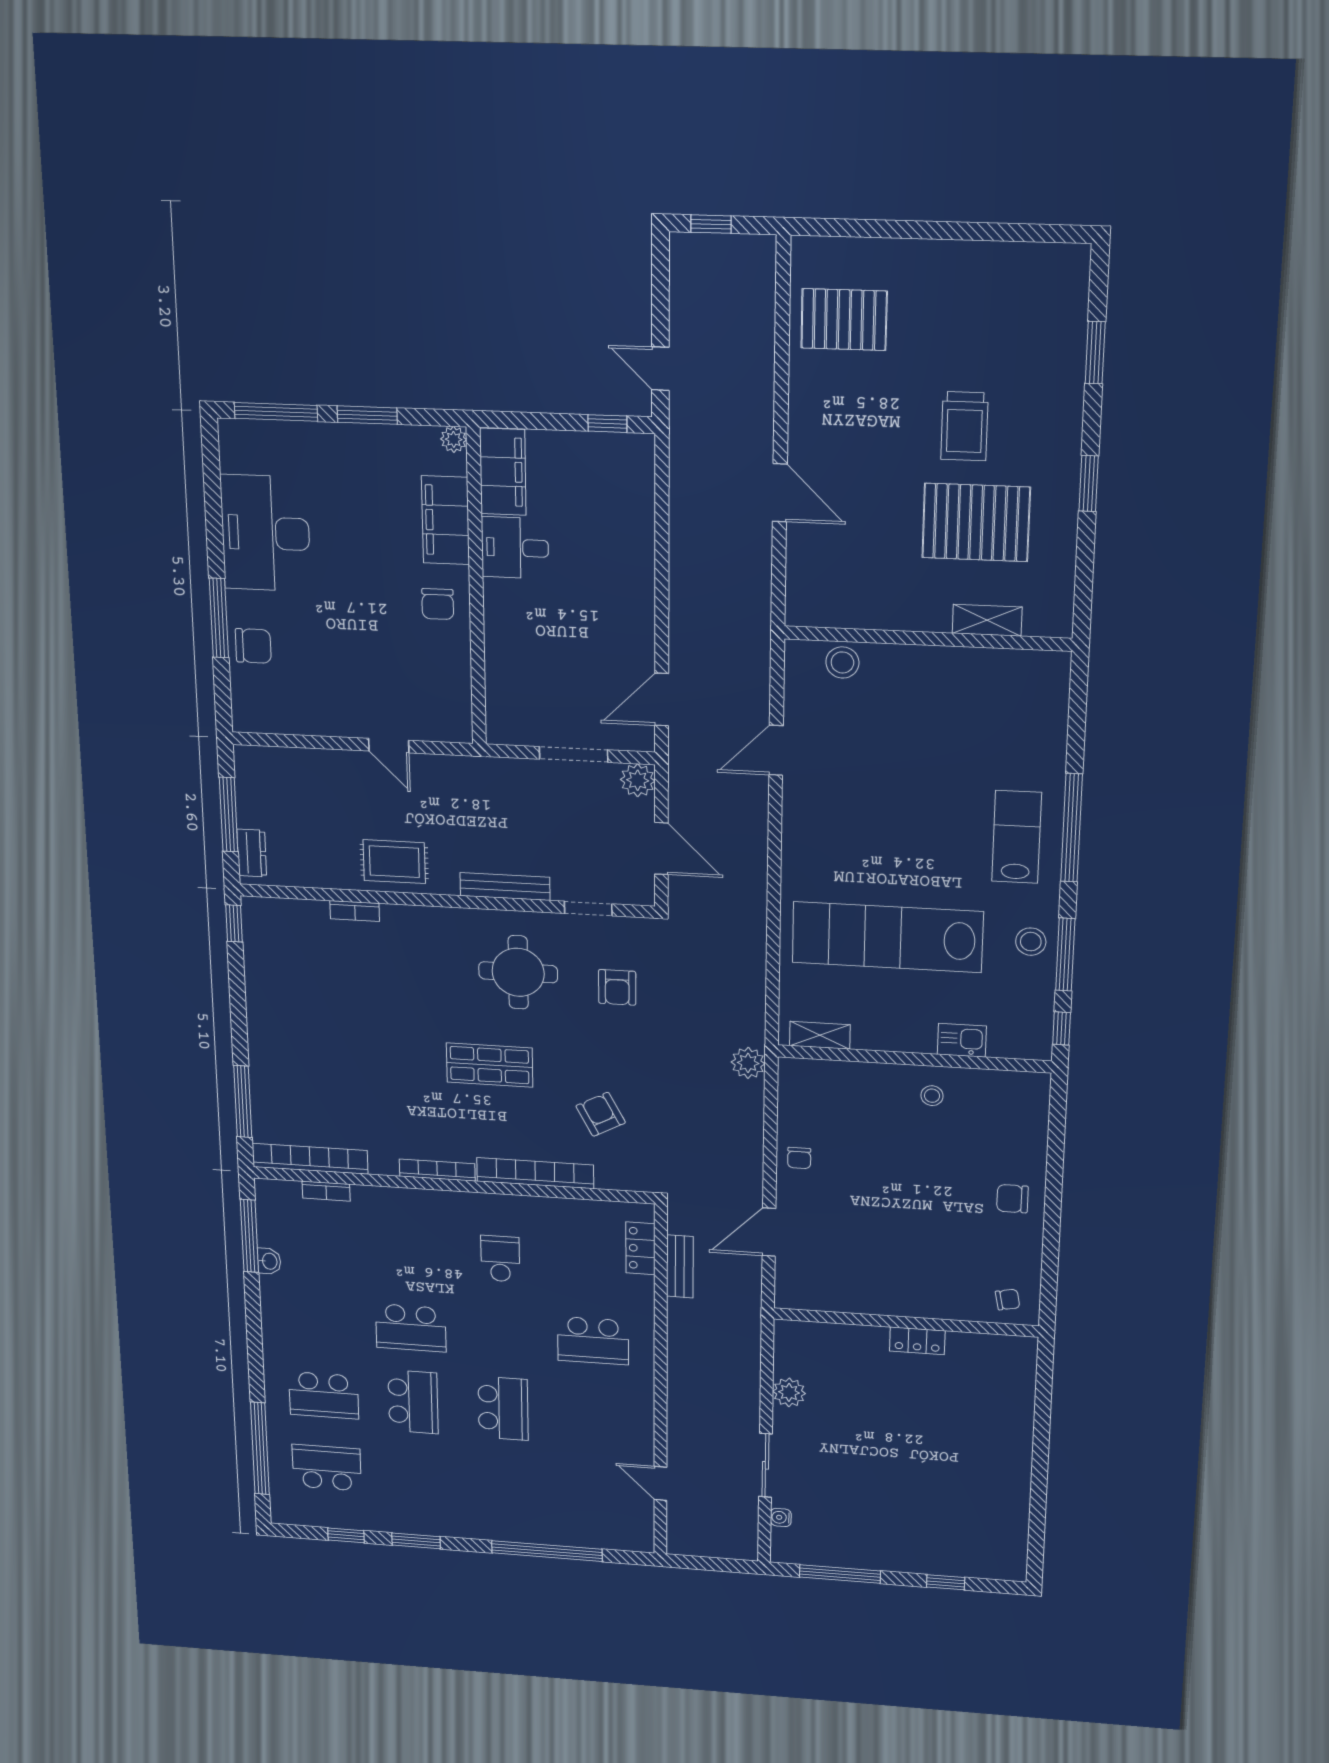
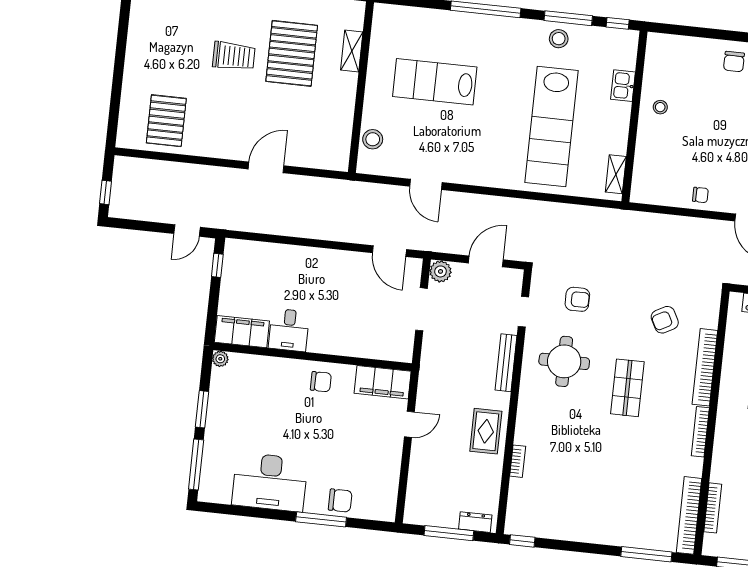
filing cabinet: (446, 520) -> (383, 382), moved
chair: (253, 646) -> (340, 501), turned 90
lab bench: (1017, 837) -> (435, 82), moved, width x1.36, depth x1.39
plant: (748, 1063) -> (633, 221), removed
bookcase: (326, 1191) -> (713, 508), width x1.56

